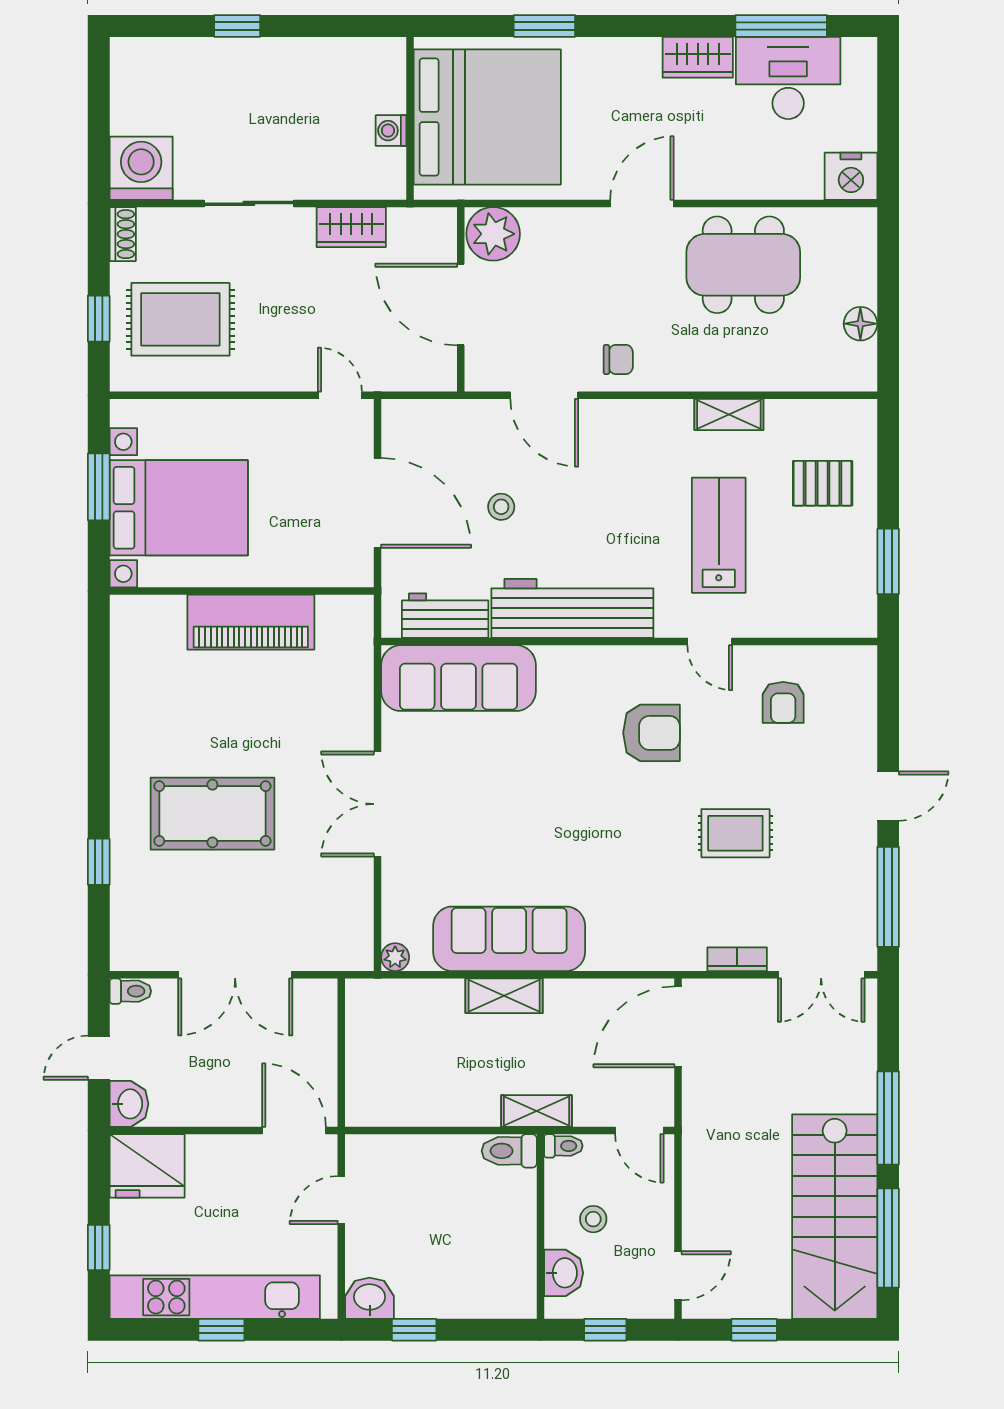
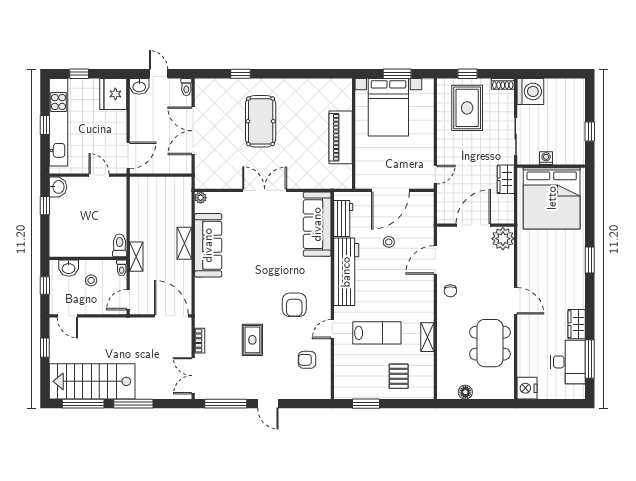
bed: (487, 117) -> (552, 198), moved
wall: (410, 118) -> (551, 166), moved
washing machine: (391, 131) -> (546, 158), moved

